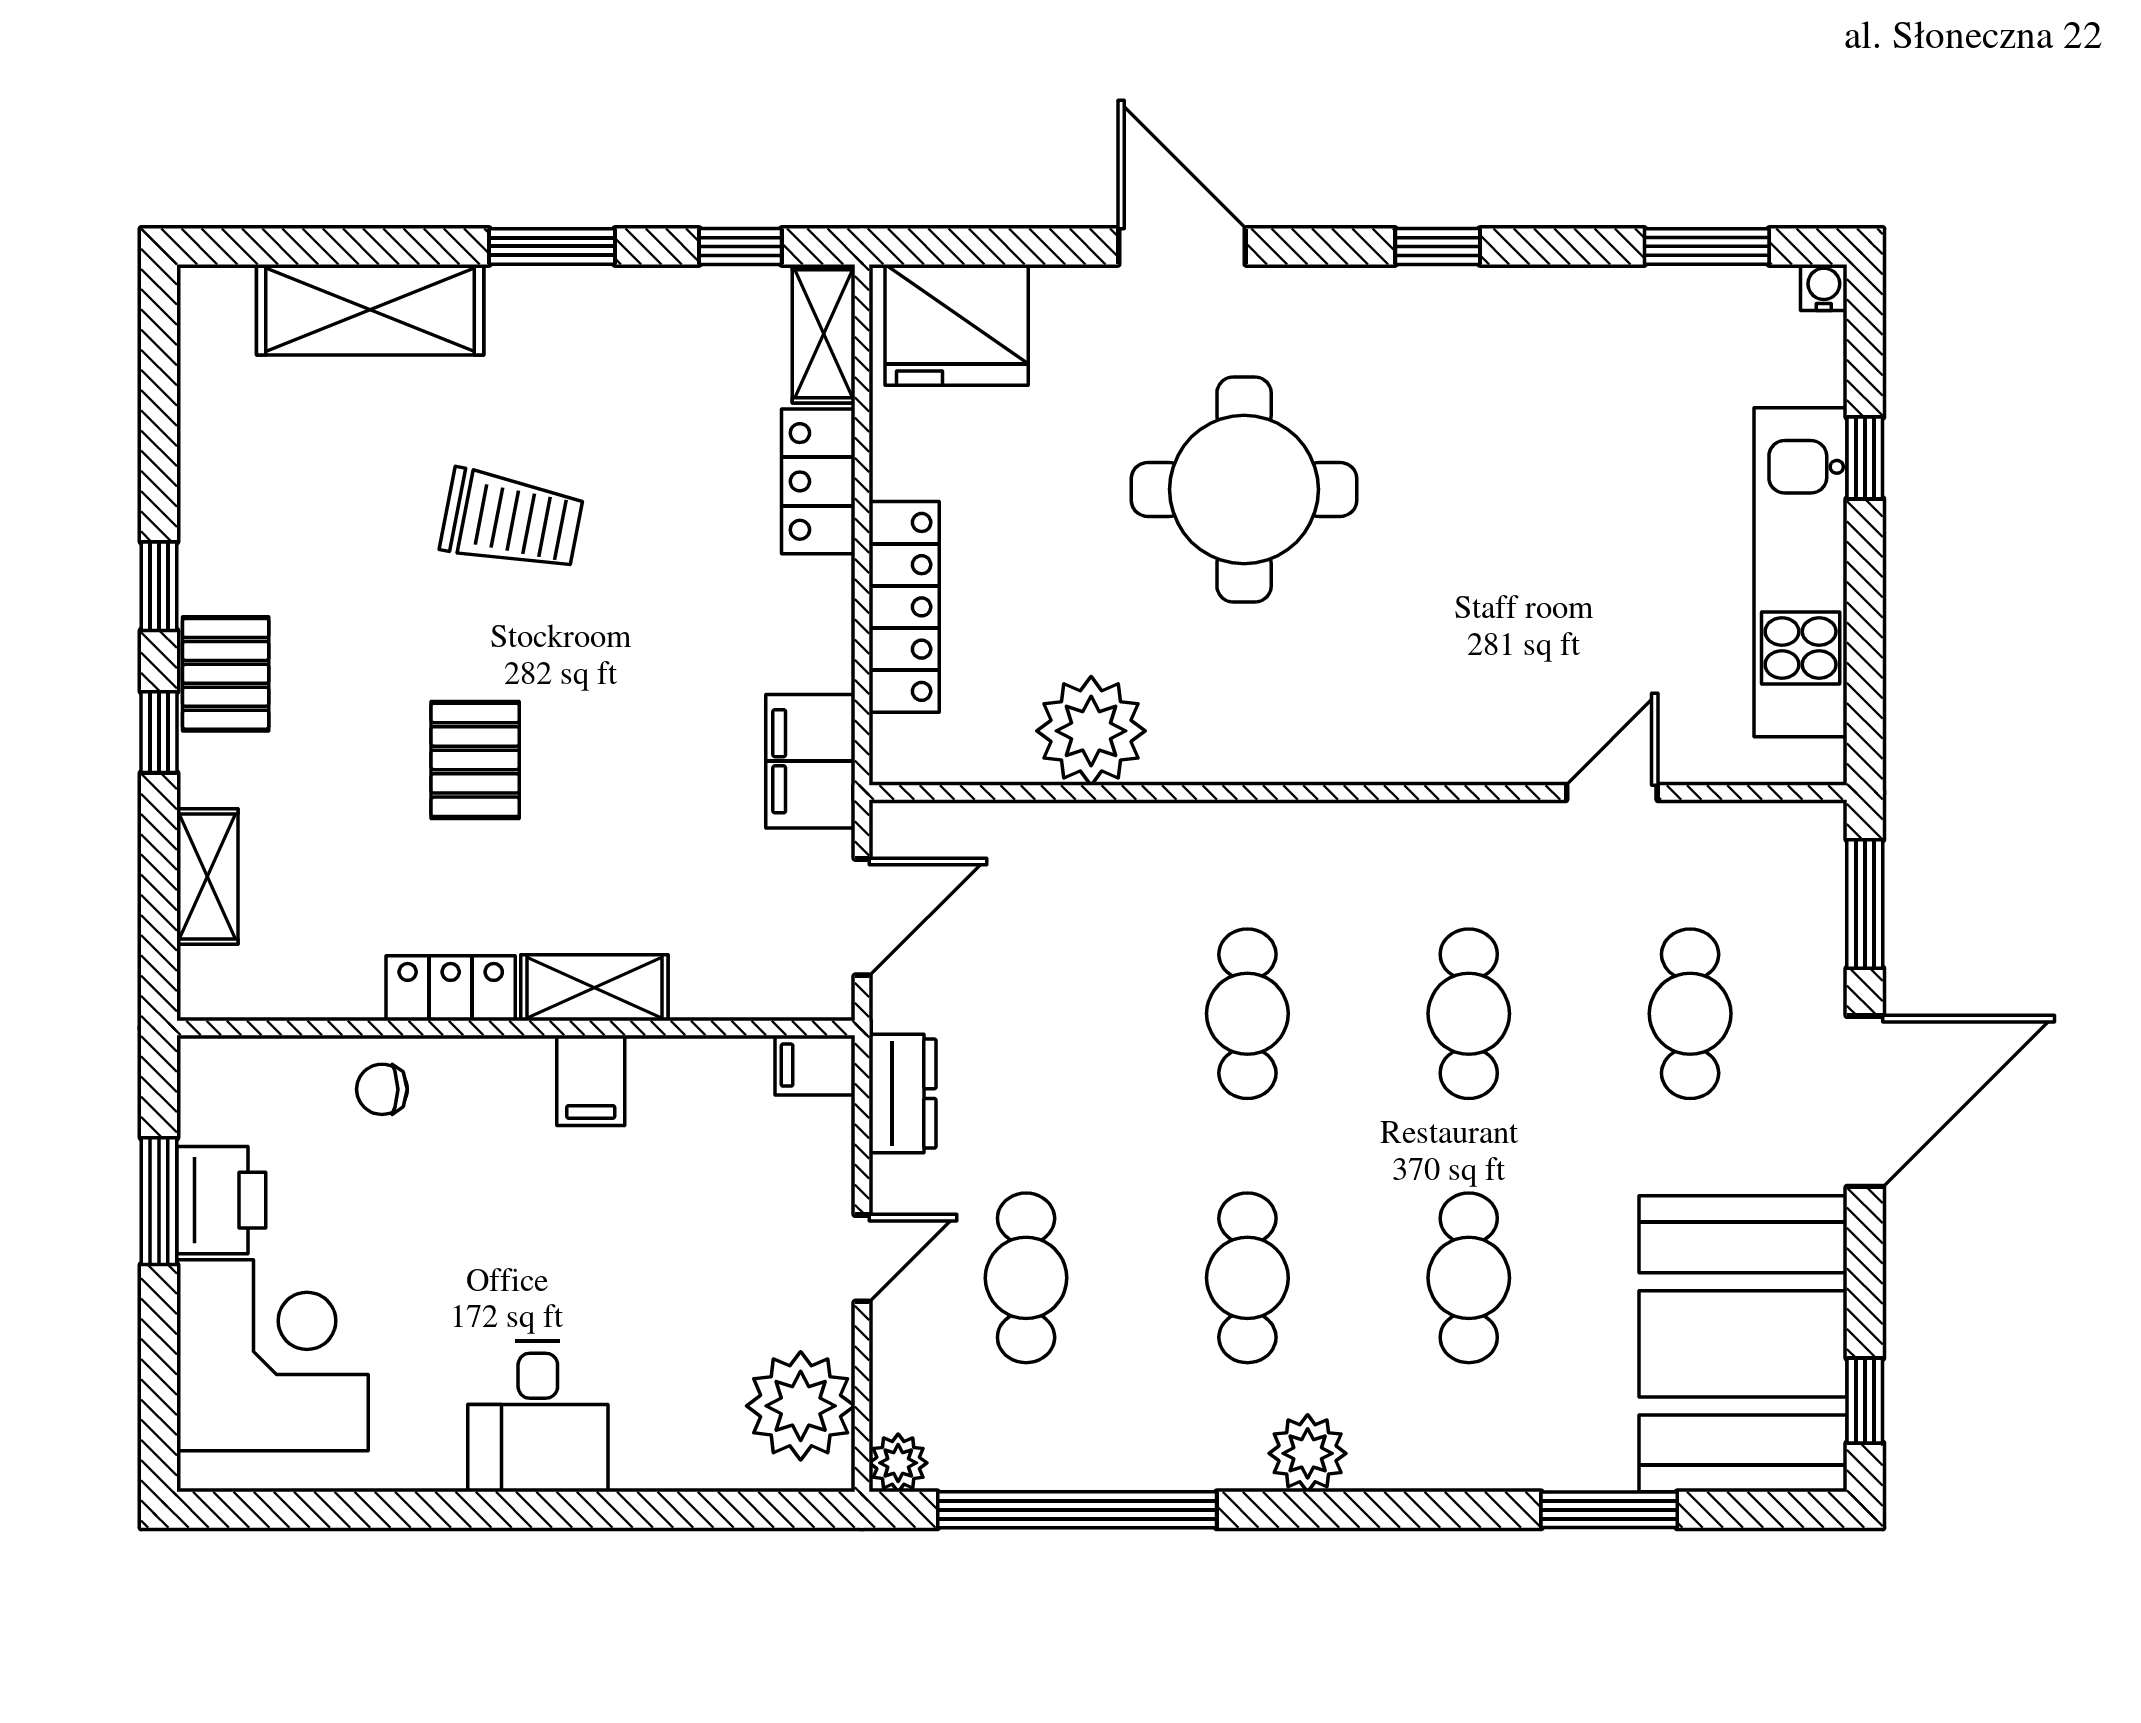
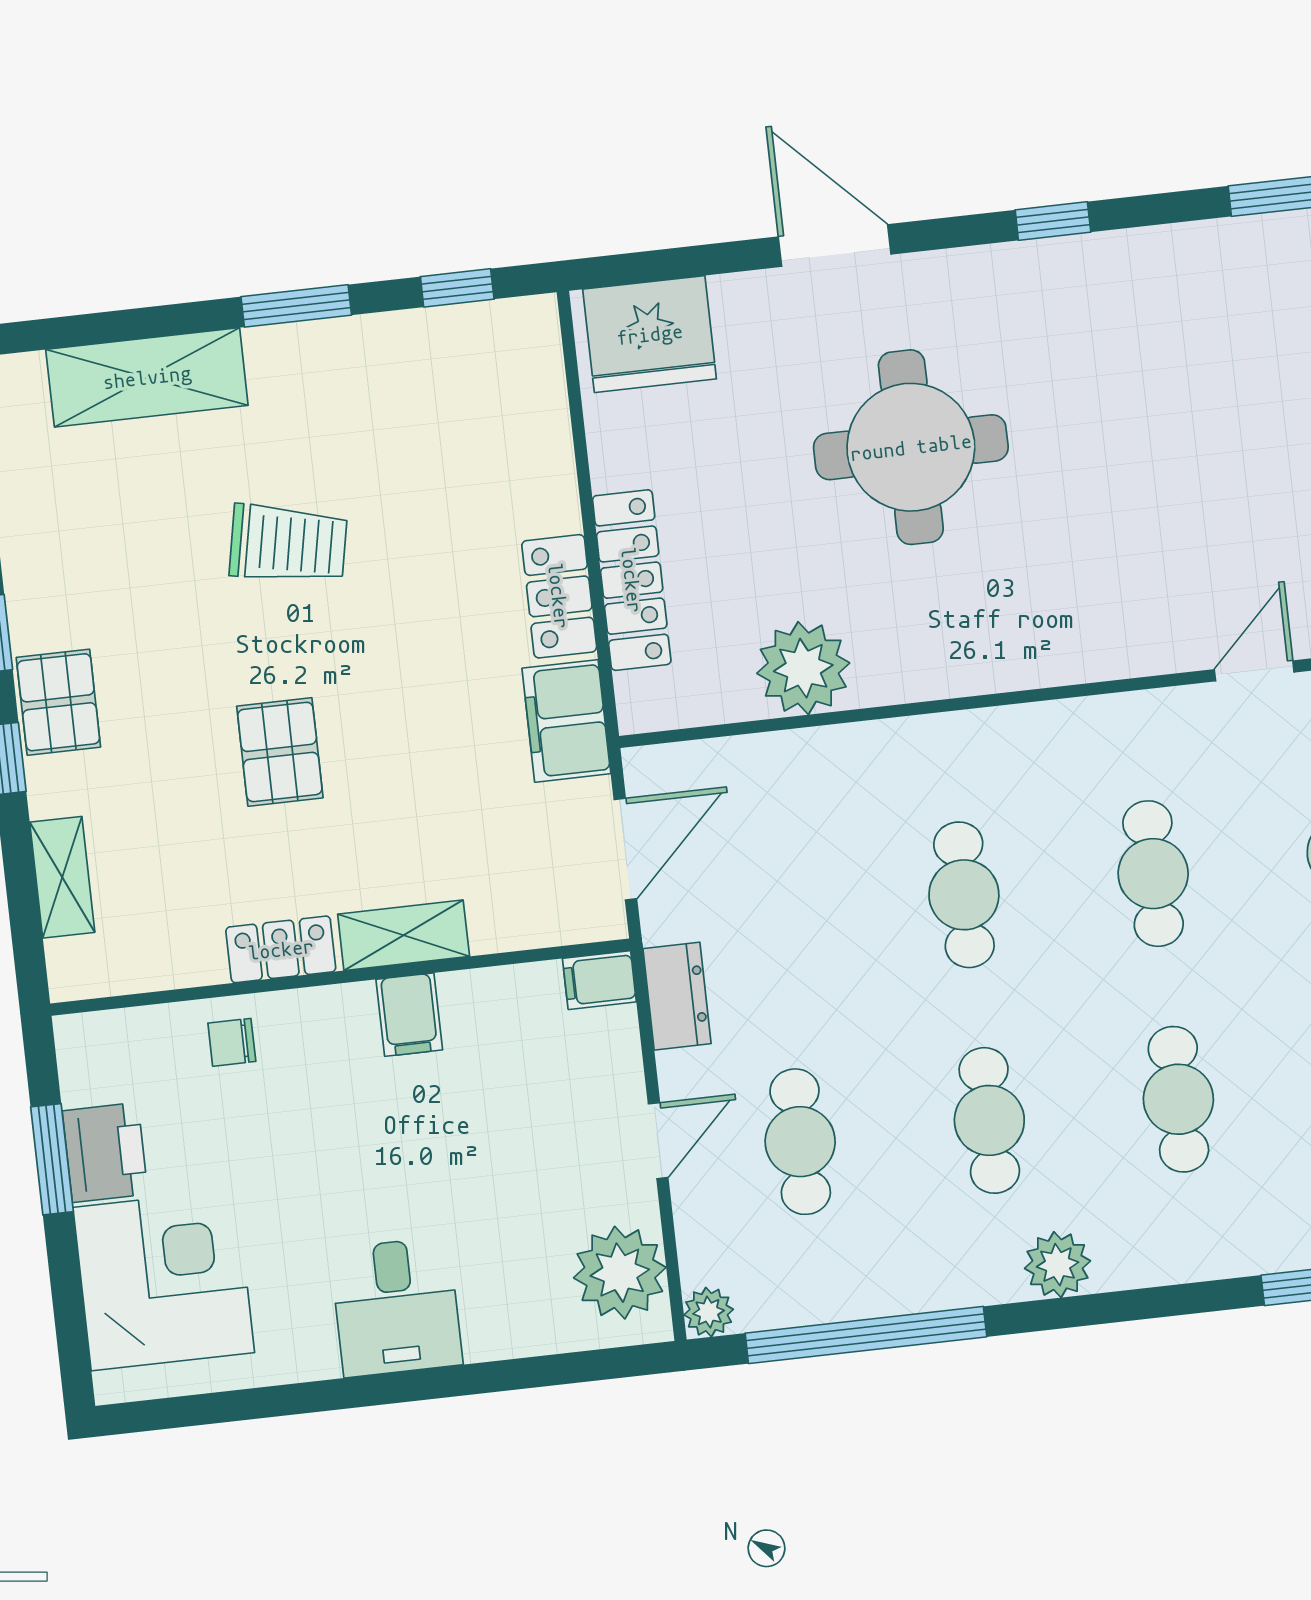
shelving: (824, 334) -> (537, 354), removed
locker: (818, 481) -> (559, 596), moved

